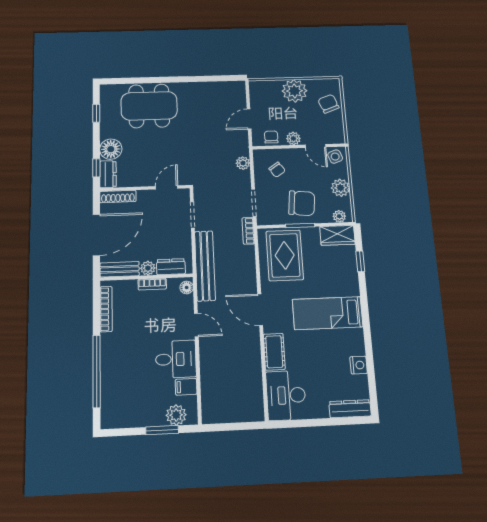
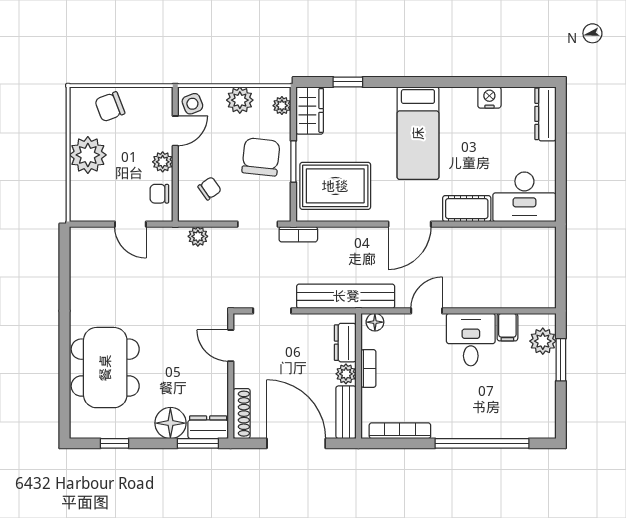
window: (96, 168) -> (198, 443), width x1.50

